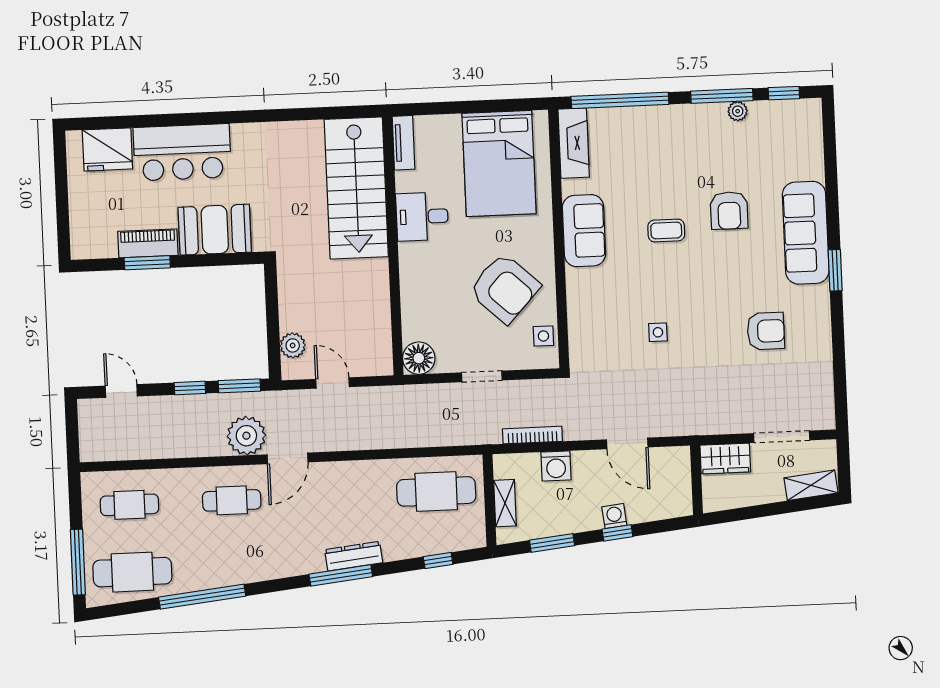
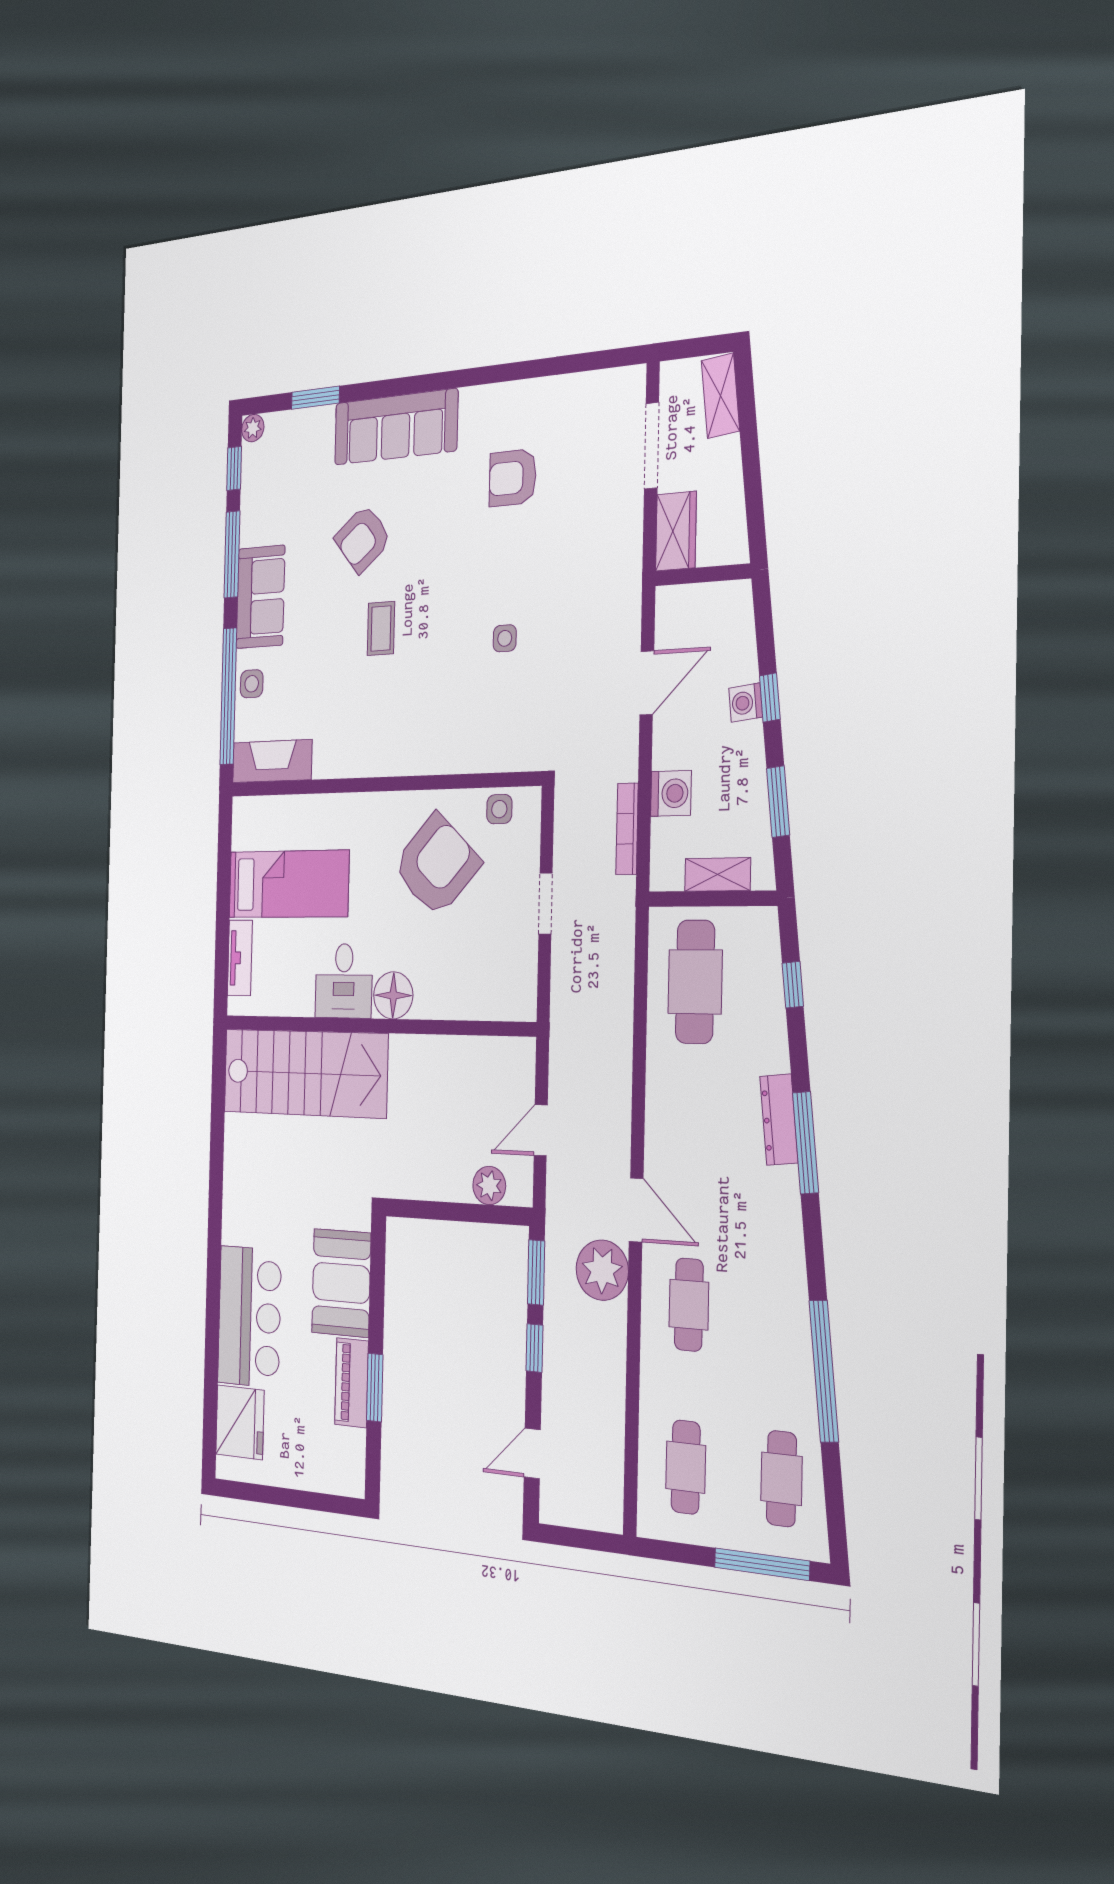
plant: (738, 111) -> (253, 428), moved
side table: (629, 121) -> (252, 684), added
tv unit: (403, 143) -> (240, 958), moved, turned 90
bed: (499, 163) -> (289, 884), width x0.67
armchair: (729, 211) -> (363, 539), turned 141
sofa: (584, 231) -> (261, 597), moved, turned 90
window: (835, 270) -> (315, 398), moved
armchair: (766, 331) -> (513, 478), turned -90
floor lamp: (419, 358) -> (393, 995), moved
cafe table: (132, 572) -> (781, 1479), width x0.73, depth x0.74

